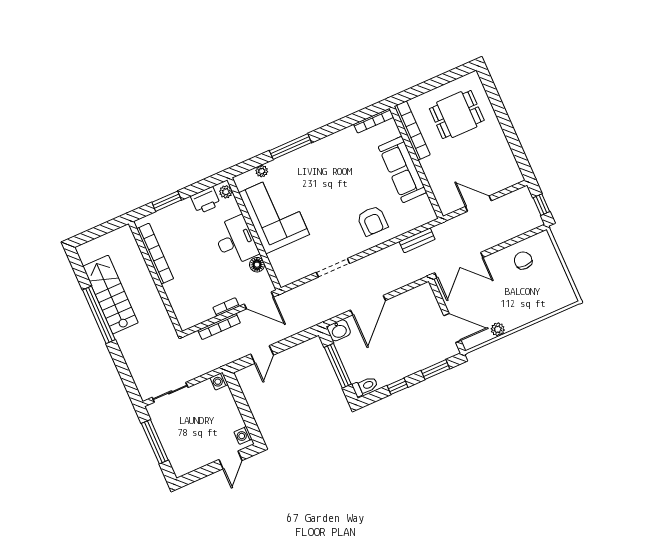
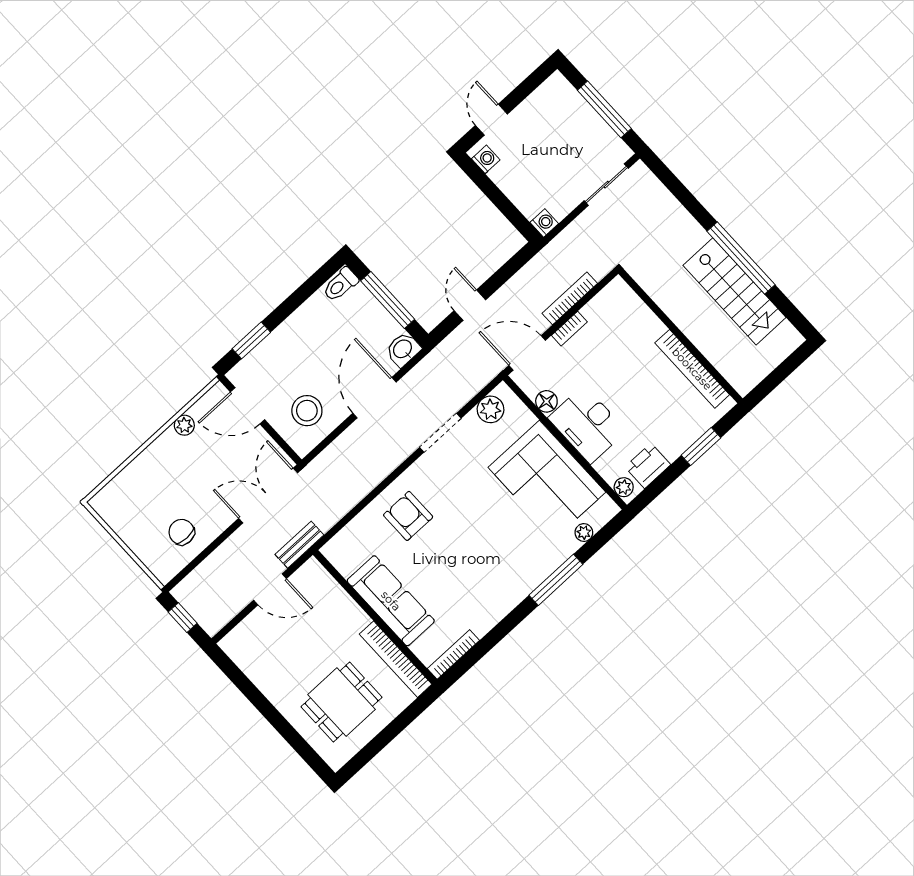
bench: (417, 240) -> (299, 545), moved
chair: (523, 260) -> (182, 532), turned 180
plant: (295, 272) -> (490, 409), added
stool: (415, 312) -> (307, 411), added
door: (262, 354) -> (470, 305), moved
window: (397, 386) -> (296, 300), removed

